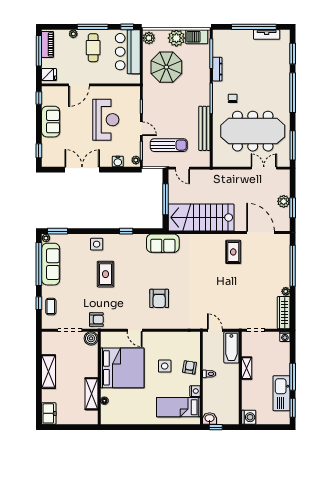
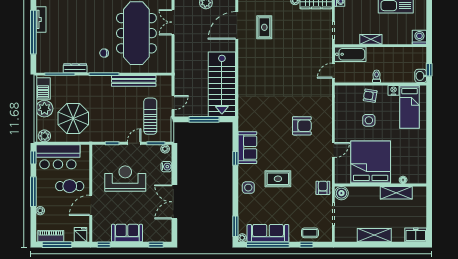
cafe table: (93, 48) -> (70, 186), moved
door: (79, 85) -> (91, 205), swing flipped
sofa: (163, 243) -> (247, 148), moved
rug: (233, 252) -> (264, 27), moved, turned 90

